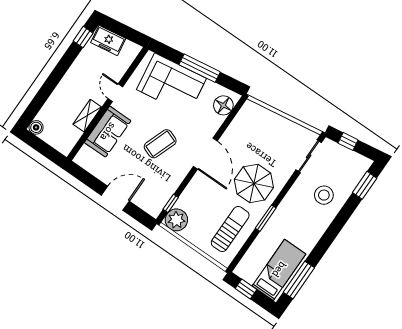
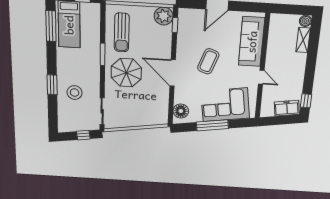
shelving: (87, 116) -> (303, 40), moved
sofa: (108, 132) -> (252, 42), width x1.36
window: (365, 185) -> (52, 85), moved

